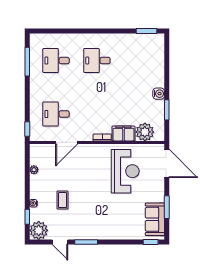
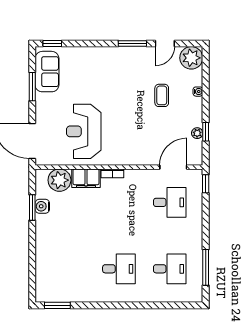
water cooler: (159, 94) -> (42, 206), moved
door: (67, 142) -> (173, 167), moved
window: (27, 217) -> (206, 132), moved
door: (60, 242) -> (165, 44), swing flipped

